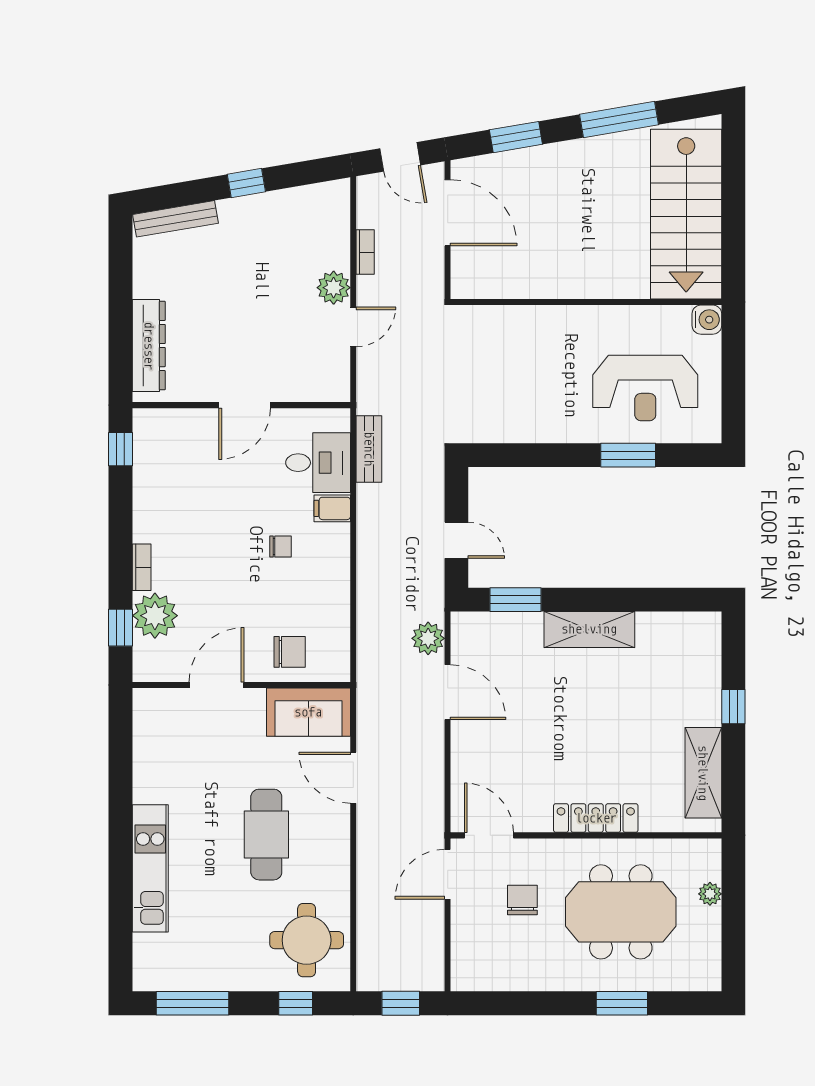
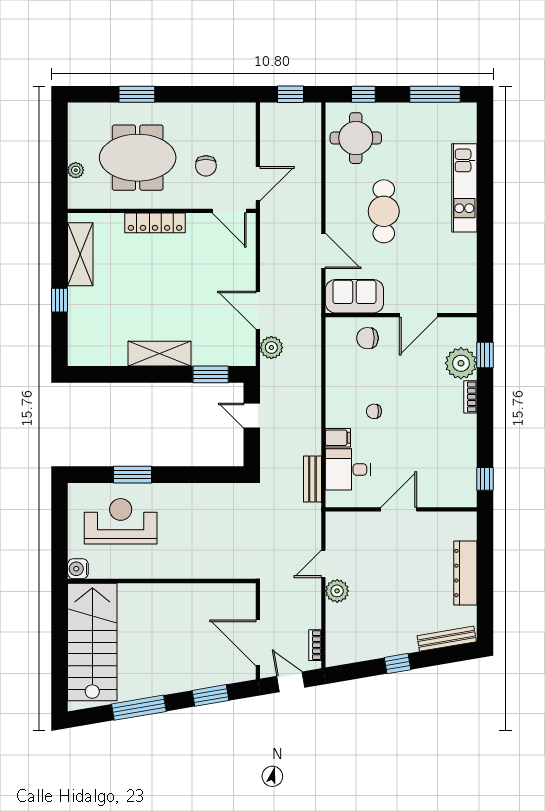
bookcase: (365, 252) -> (315, 645), moved
dresser: (149, 346) -> (465, 573), moved

